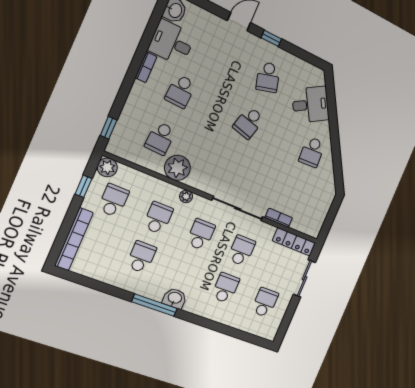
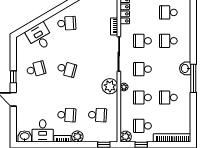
plant: (140, 92) -> (77, 137), added
plant: (177, 168) -> (110, 86), moved

